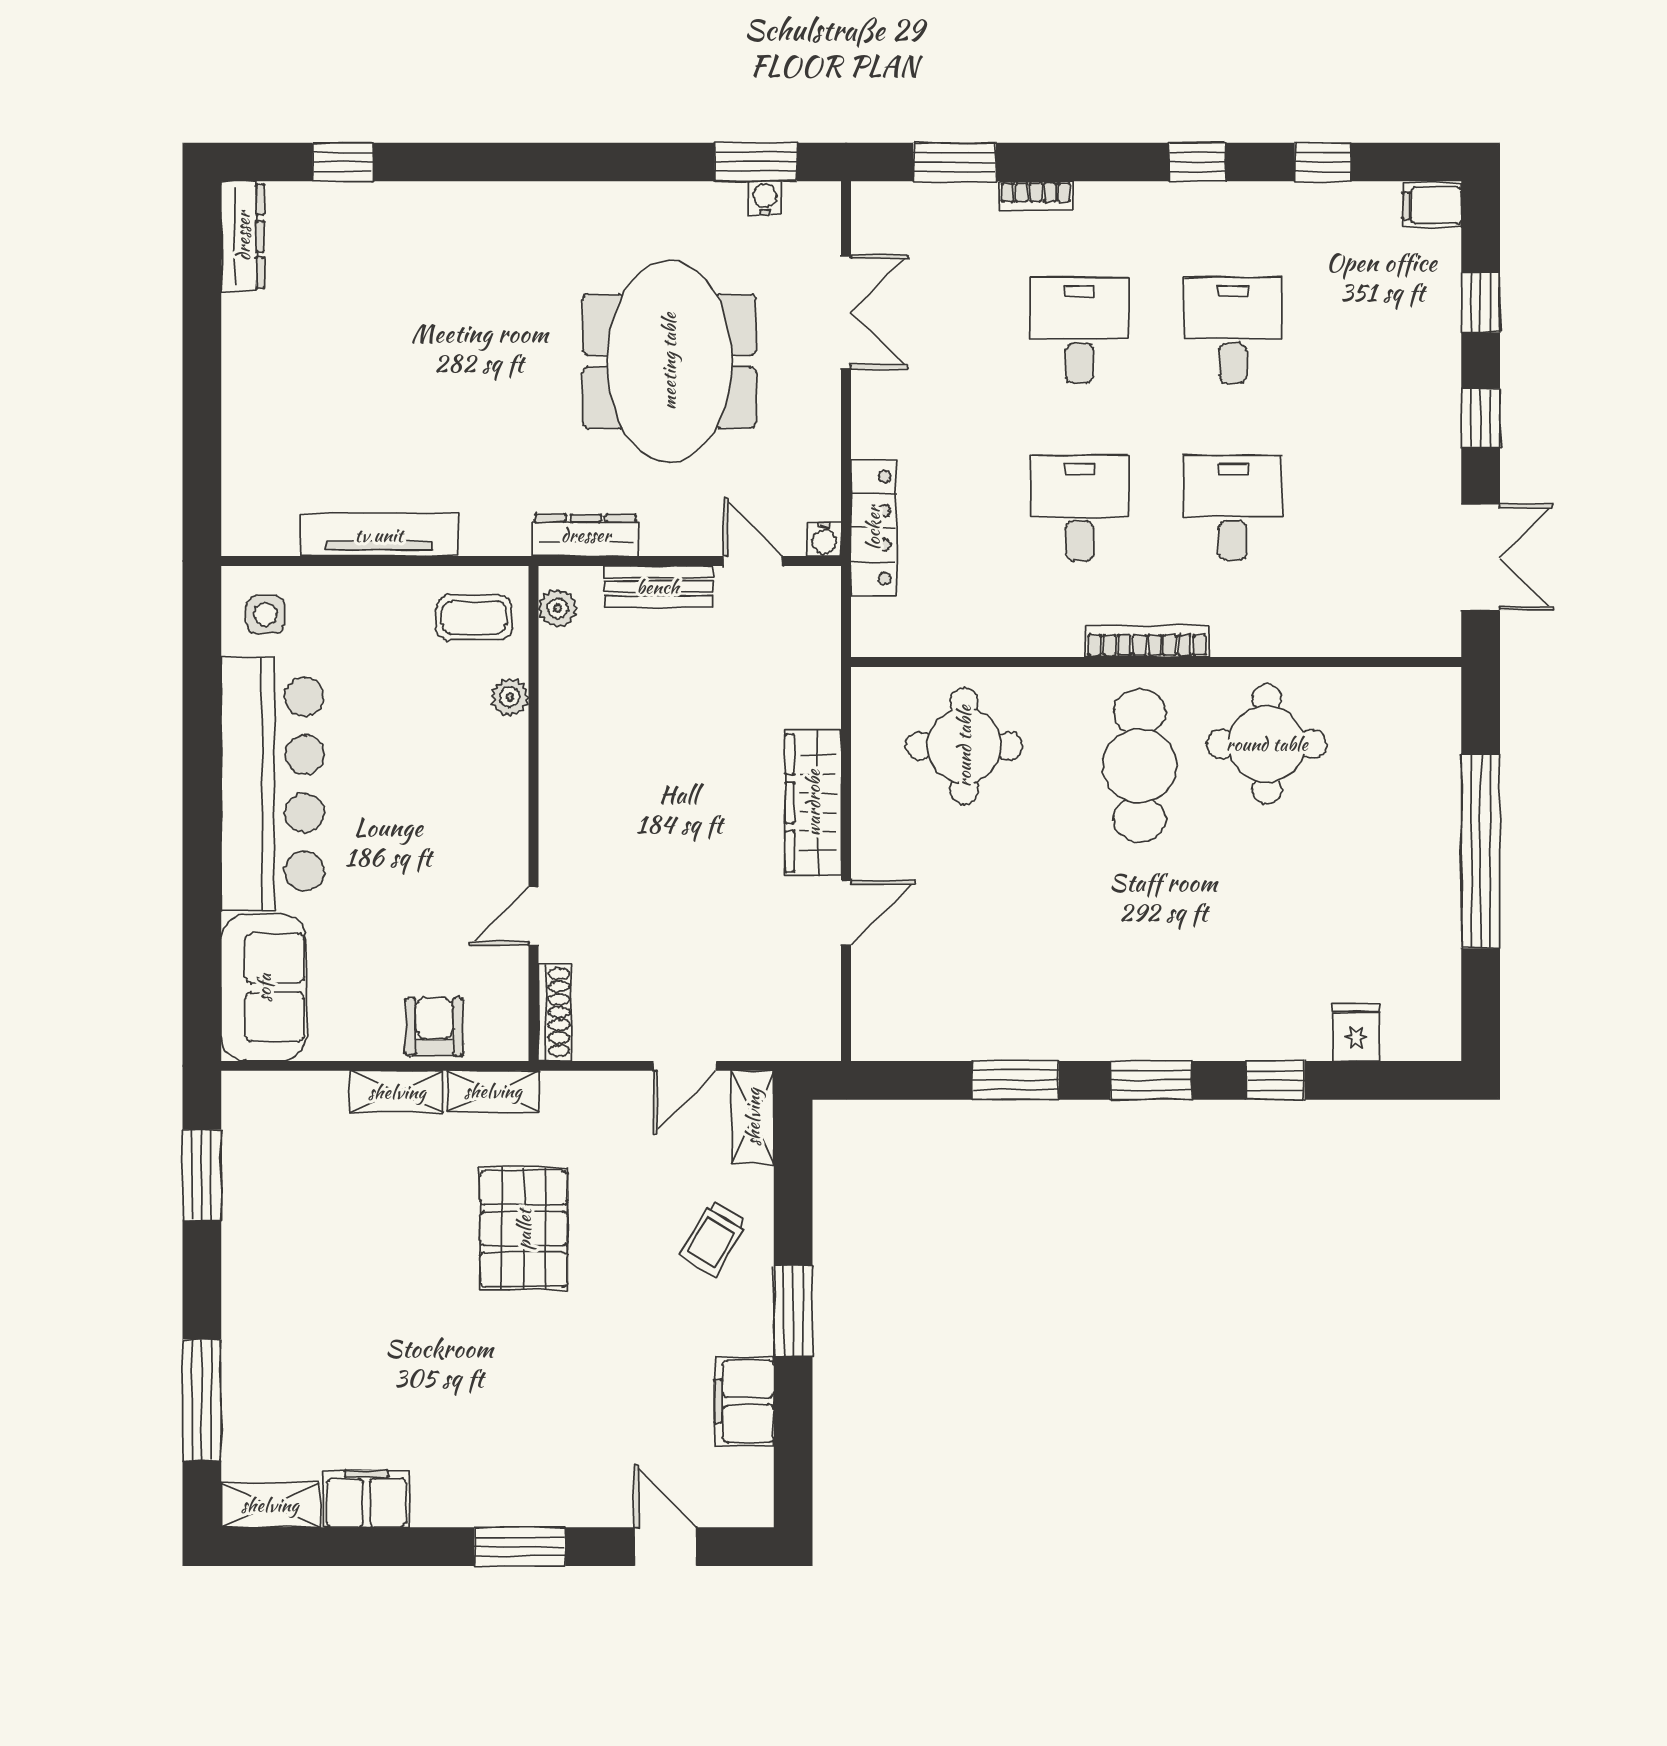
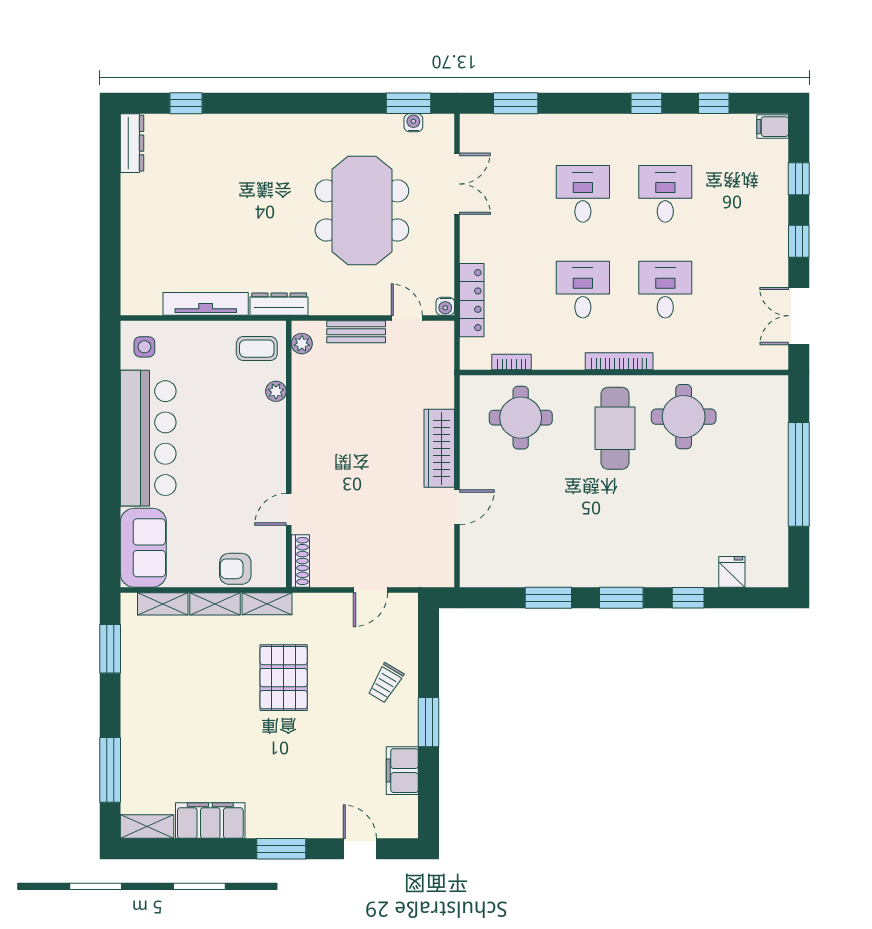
bookcase: (1036, 196) -> (512, 362), moved, turned 180
dresser: (586, 535) -> (279, 304), moved
double door: (1481, 557) -> (799, 316), swing flipped
armchair: (434, 1027) -> (235, 569), turned -90
shelving: (753, 1117) -> (163, 604), moved, turned 90
filing cabinet: (366, 1499) -> (210, 821), width x1.50, depth x1.17

